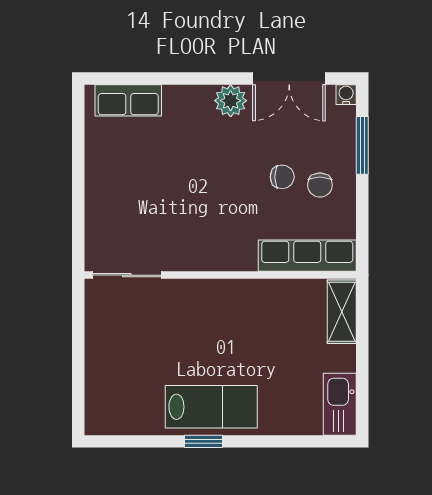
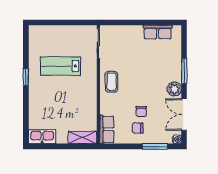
window: (189, 78) -> (184, 71), added
row of seats: (128, 100) -> (158, 32), moved, turned -90
coffee table: (214, 245) -> (112, 82), added
row of seats: (307, 256) -> (107, 129), width x0.68
lab bench: (211, 407) -> (61, 66), moved, turned 90

